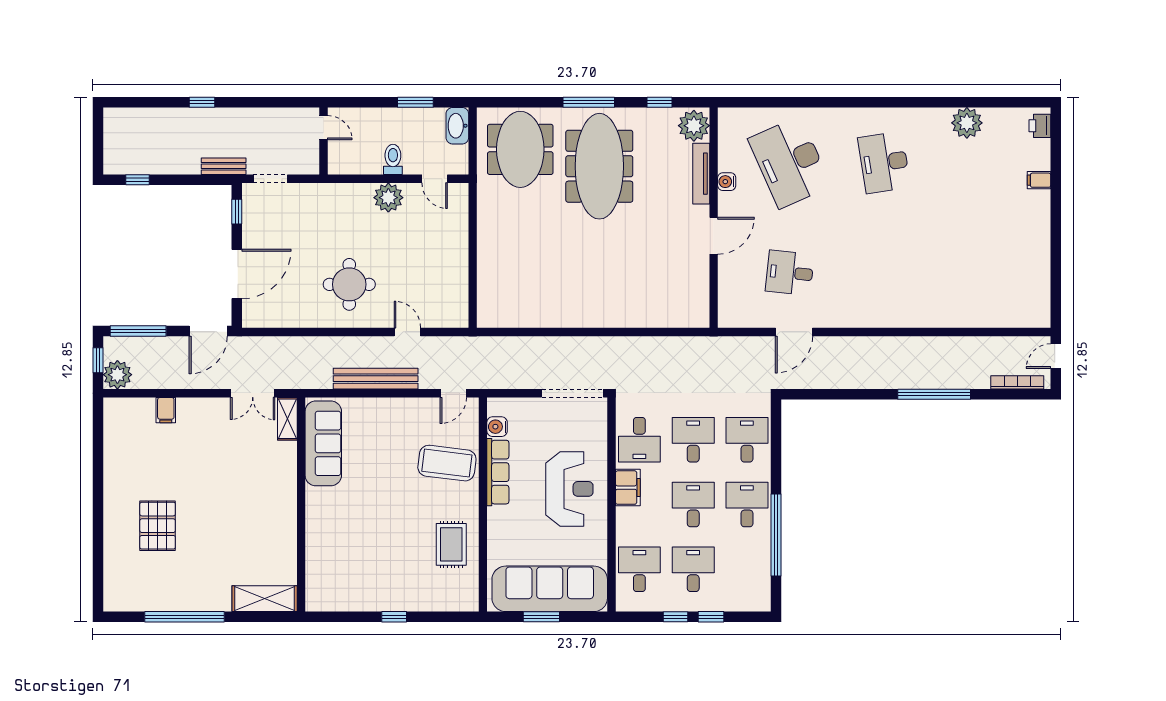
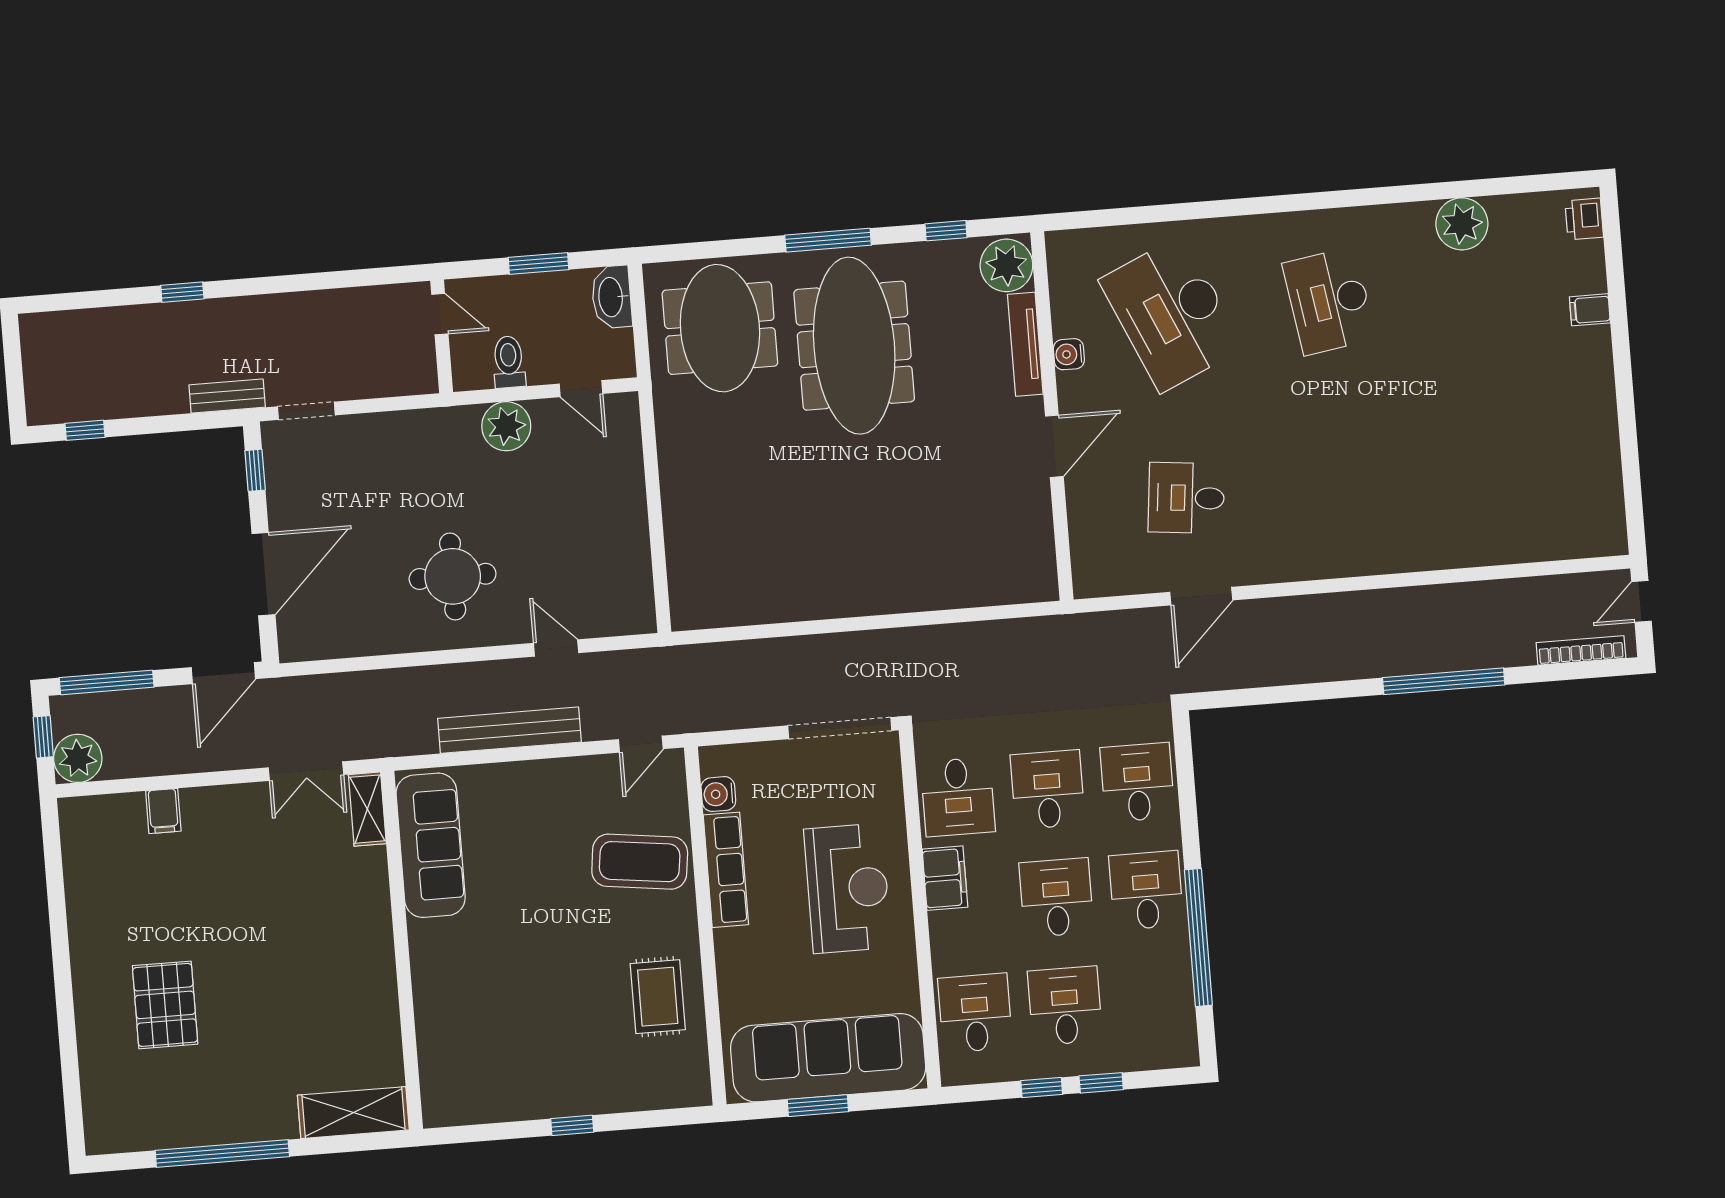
door: (324, 128) -> (440, 314), moved
wall: (324, 141) -> (442, 336), moved

